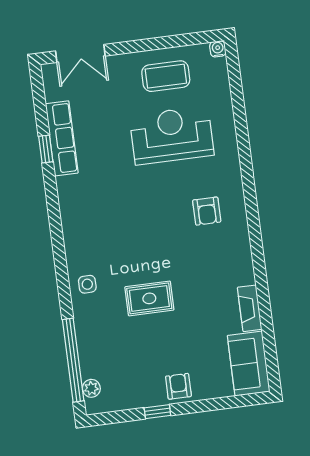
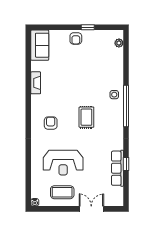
double door: (80, 53) -> (91, 209), moved
rug: (149, 298) -> (86, 117), moved, turned 90
fireplace: (250, 308) -> (36, 83), moved
window: (73, 360) -> (126, 106), moved

